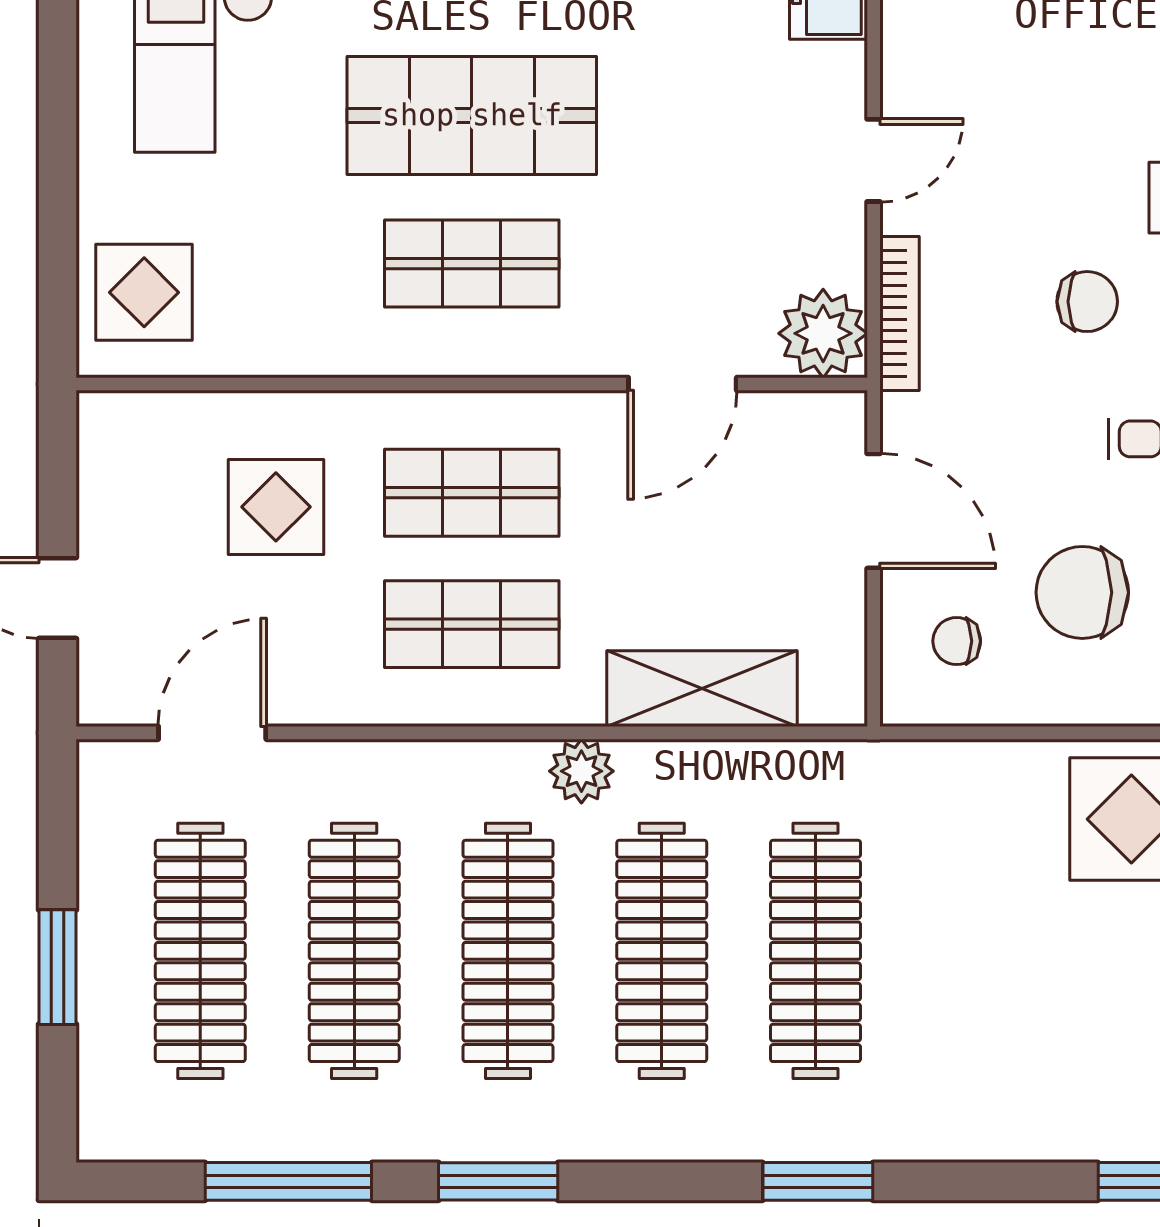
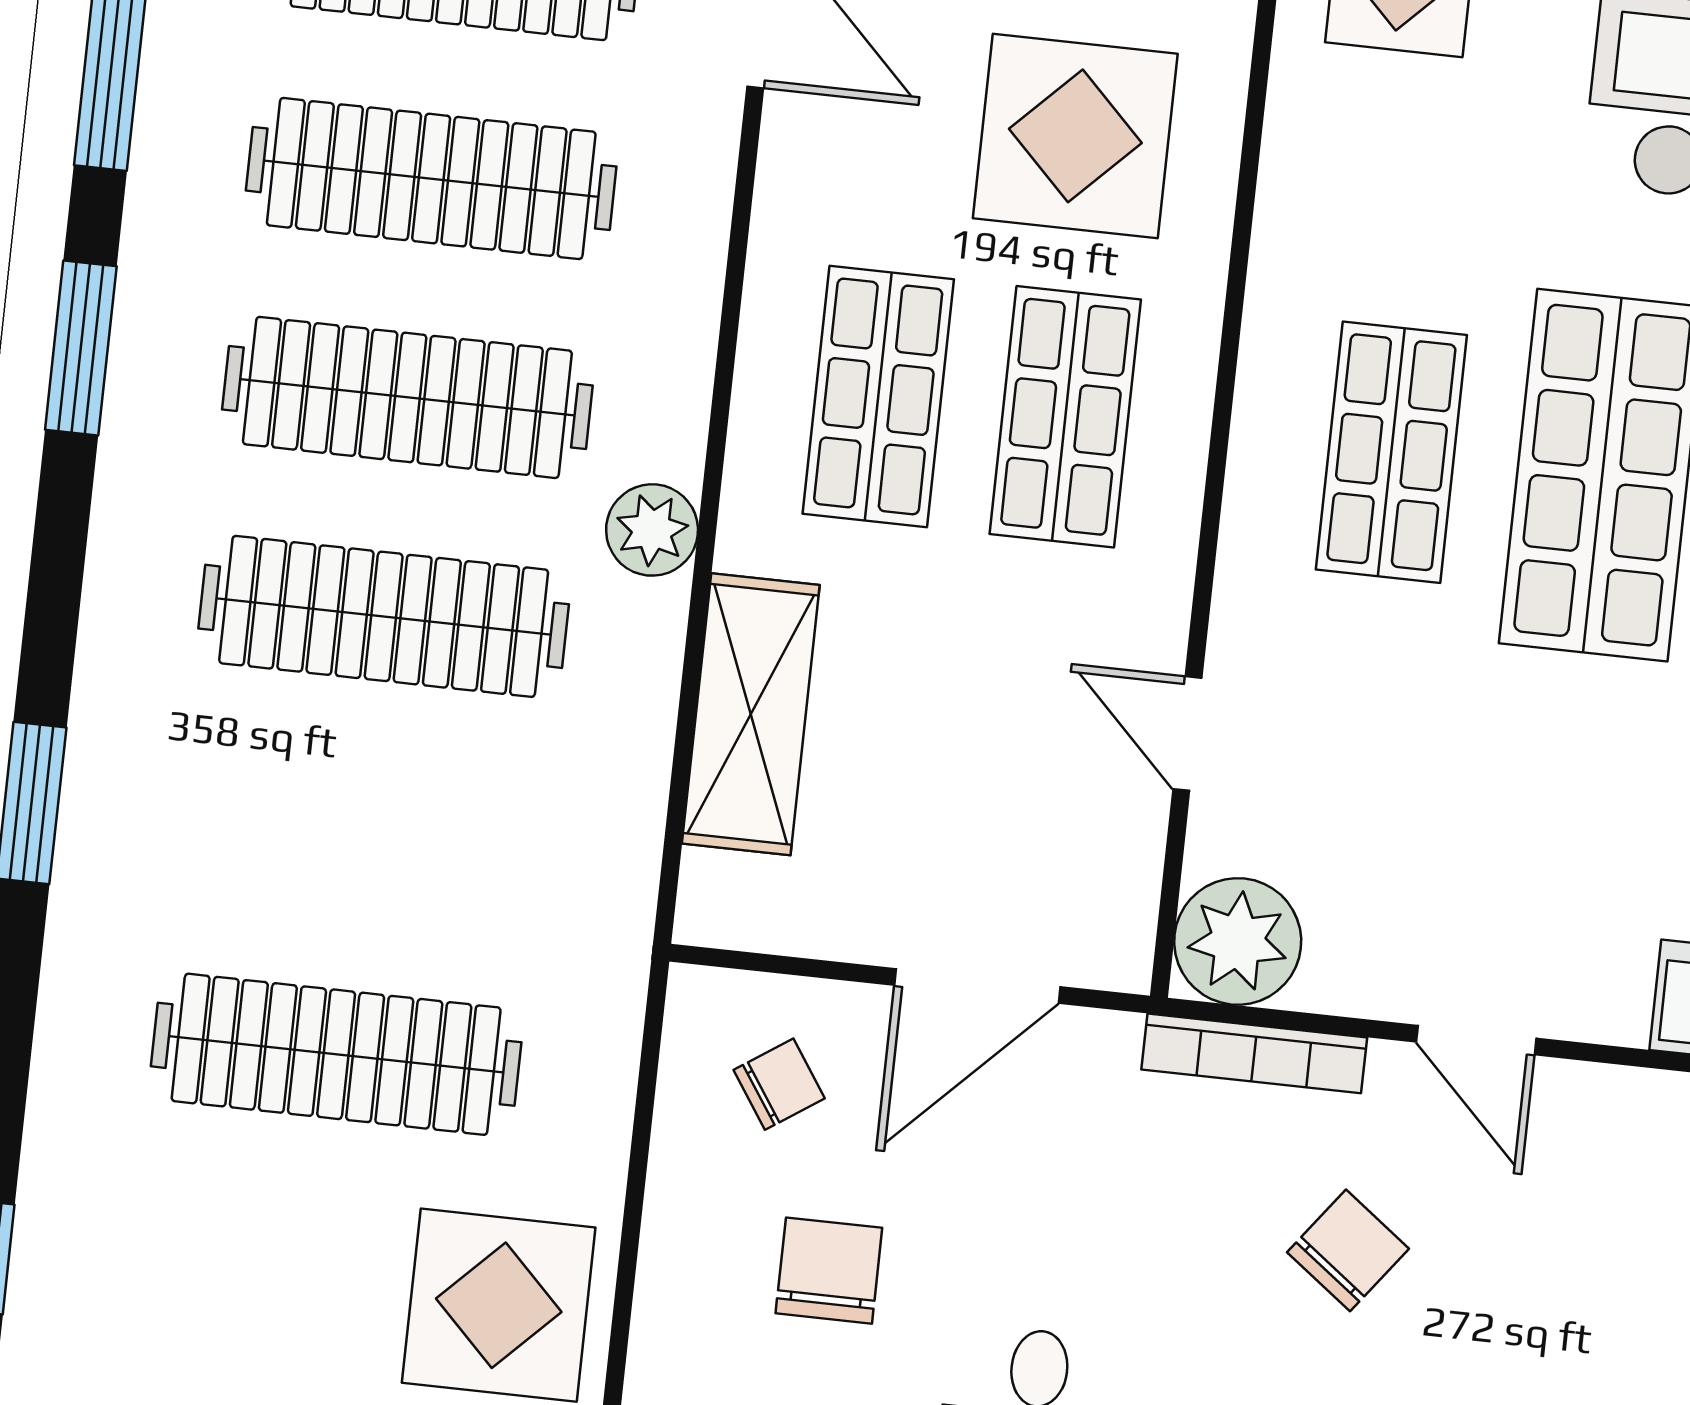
chair: (1087, 302) -> (1348, 1250), moved, turned -143
door: (682, 384) -> (1187, 734), width x0.73
display table: (276, 507) -> (1075, 136), width x1.36, depth x1.36
chair: (1082, 592) -> (829, 1271), width x0.73, depth x0.73
chair: (957, 641) -> (779, 1084), turned 56
clothes rail: (816, 951) -> (336, 1054), moved

